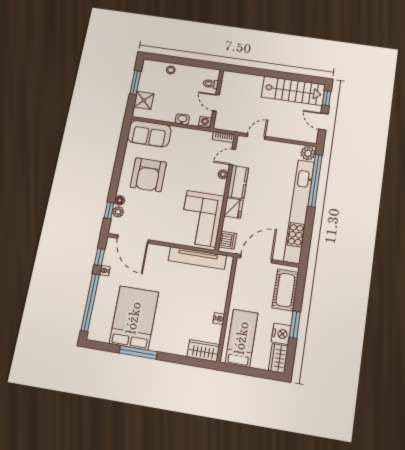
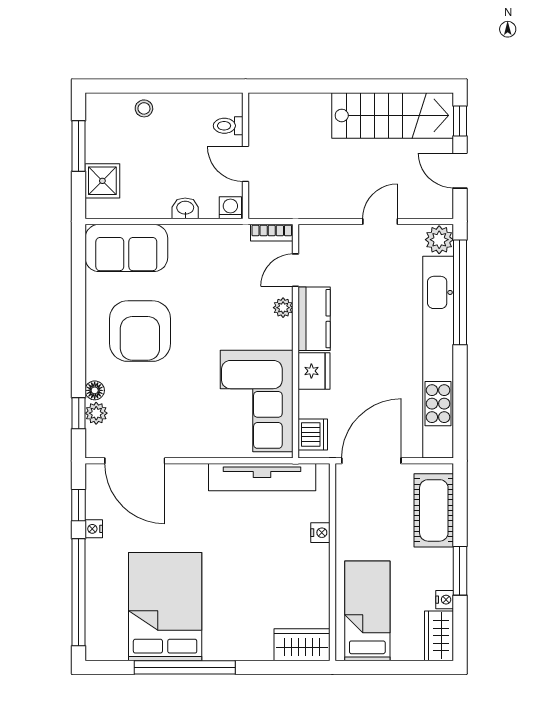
door: (256, 137) -> (380, 221), moved
nightstand: (219, 319) -> (320, 533), moved
nightstand: (281, 334) -> (445, 600), width x0.53, depth x0.56
window: (138, 352) -> (185, 667), width x1.46

